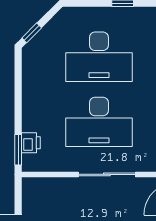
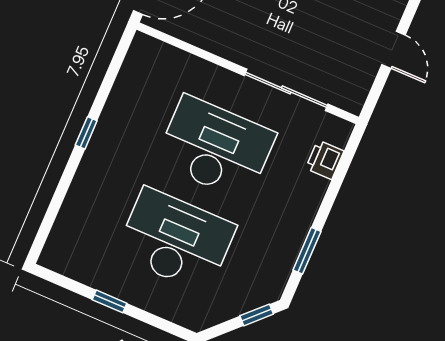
window: (18, 150) -> (307, 251), moved
sliding door: (107, 174) -> (286, 90), moved

